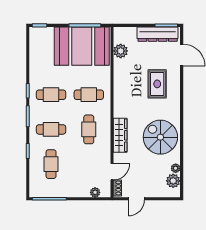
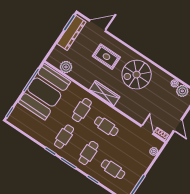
wardrobe: (120, 135) -> (105, 93), moved
spiral stairs: (160, 137) -> (137, 75), moved

